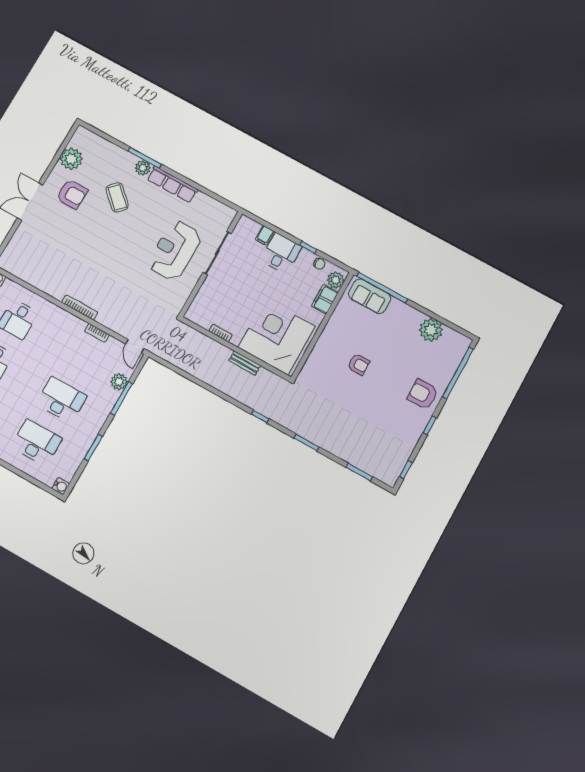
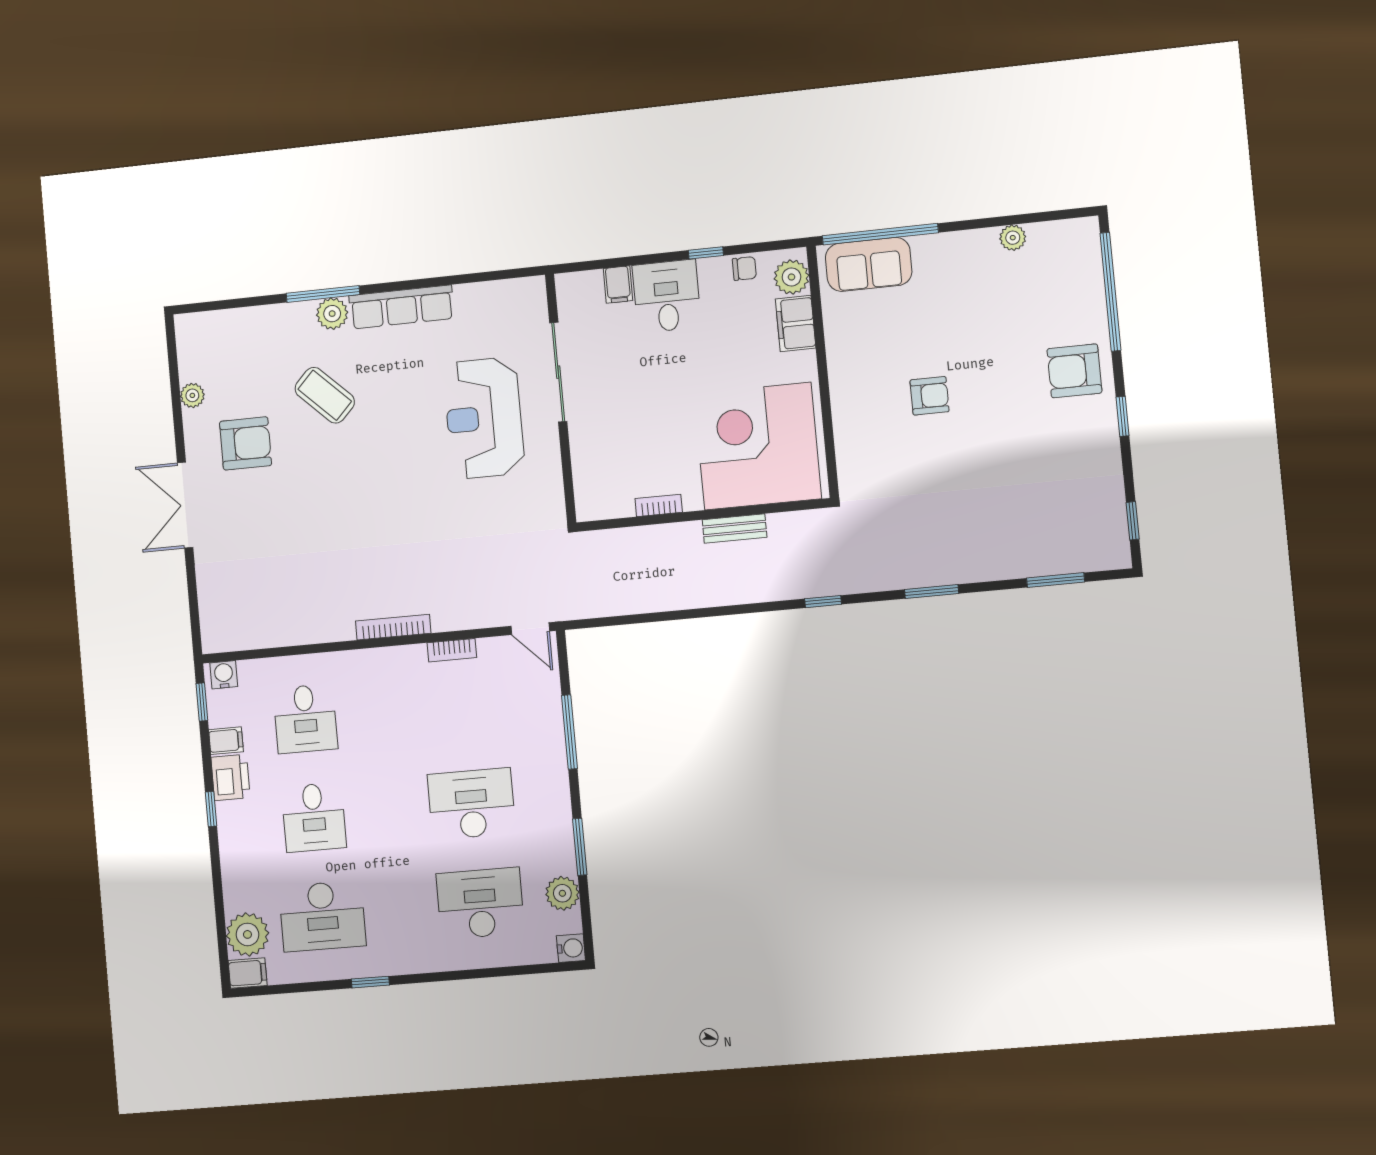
plant: (71, 159) -> (192, 395), width x0.53, depth x0.53
plant: (431, 330) -> (1013, 238), width x0.53, depth x0.53
plant: (119, 382) -> (562, 893), moved

